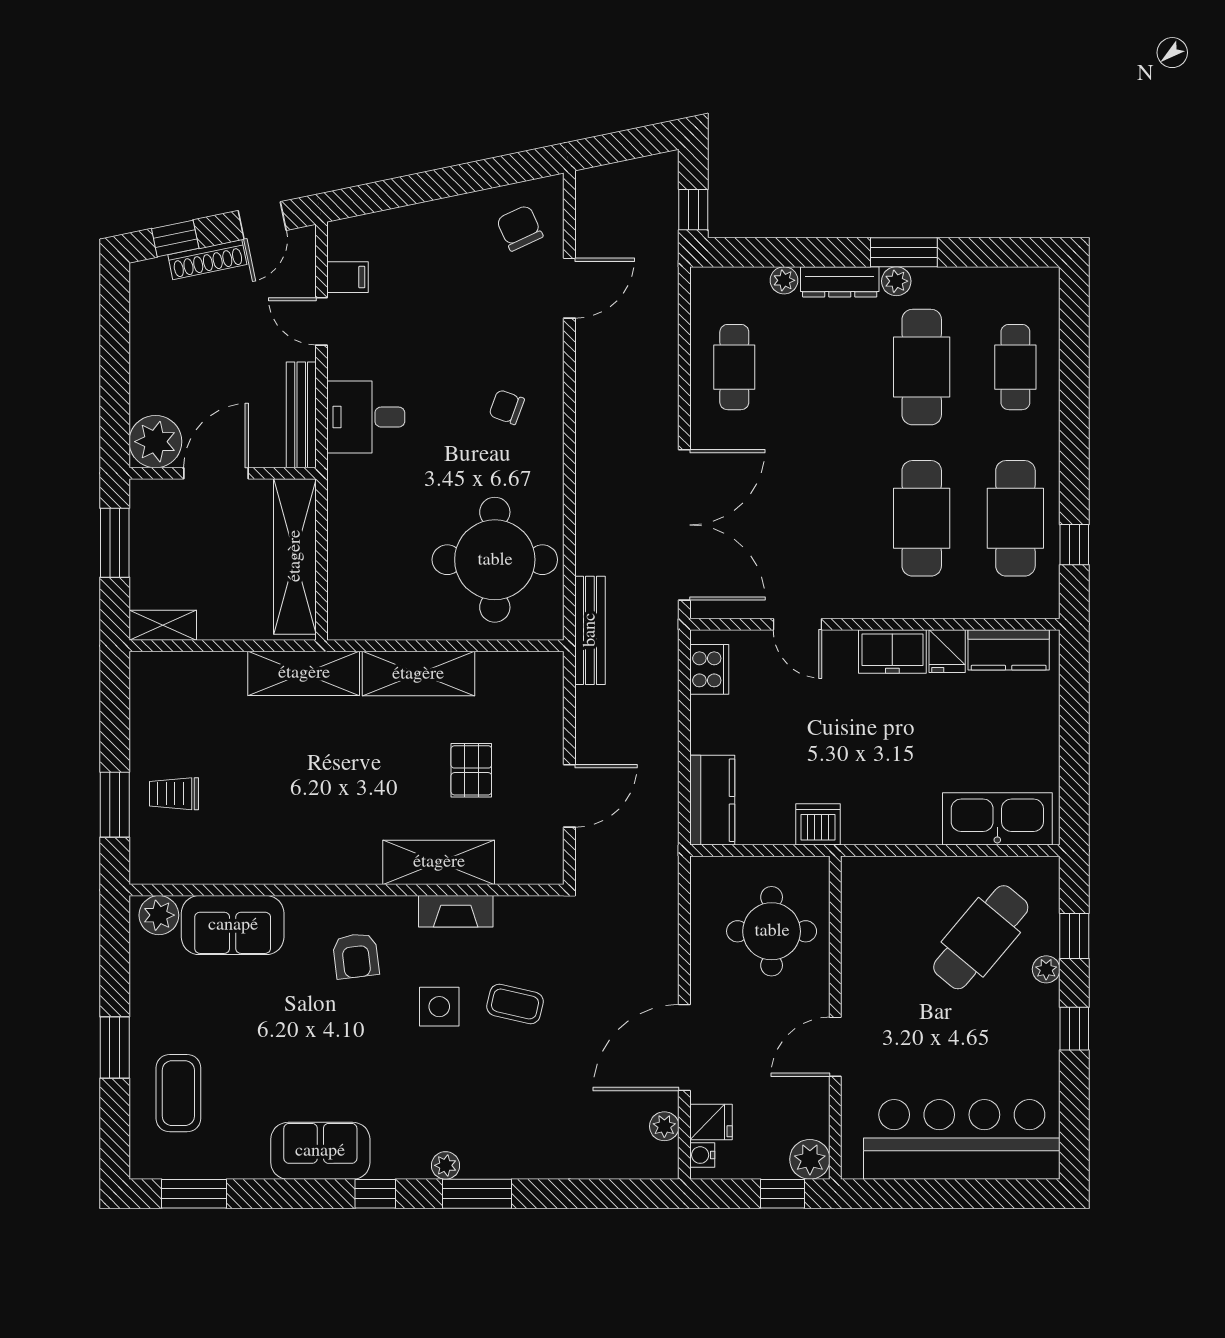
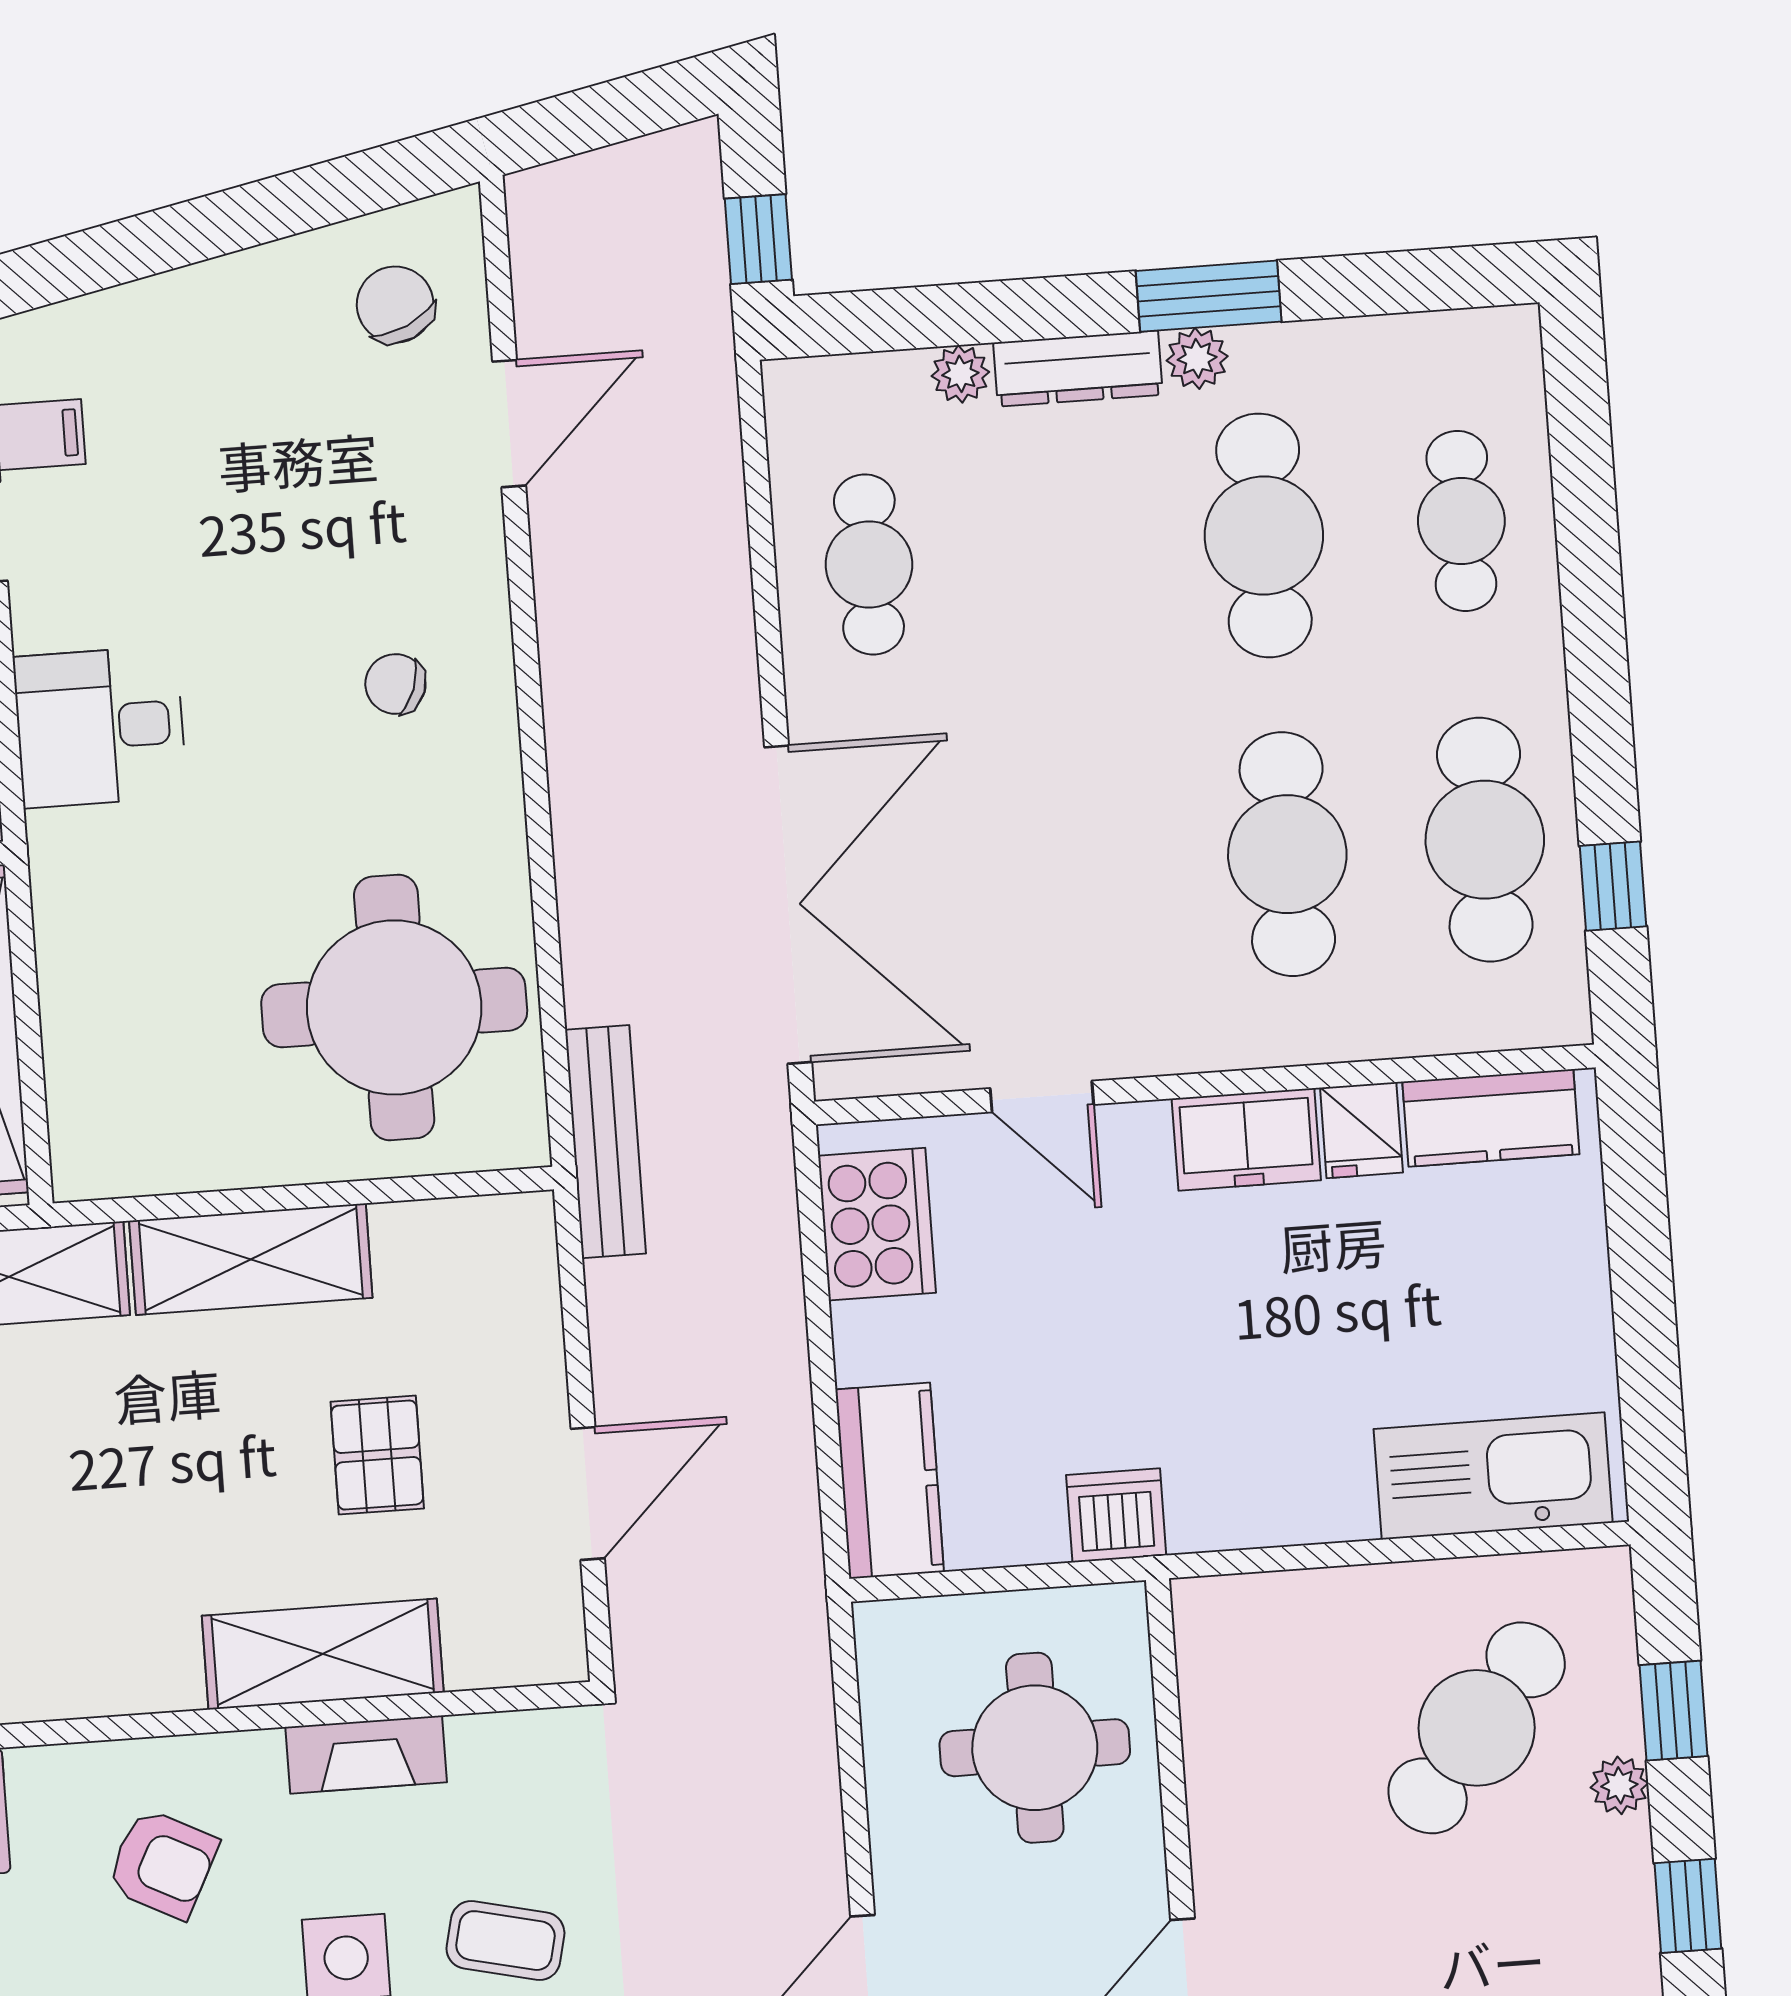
cooker: (709, 669) -> (877, 1224), width x1.37, depth x1.31
armchair: (356, 956) -> (162, 1864), turned -56

